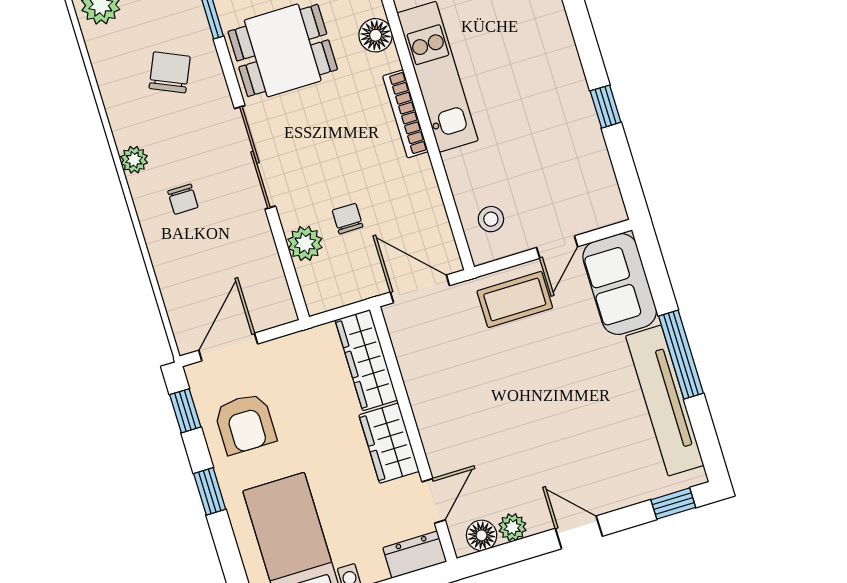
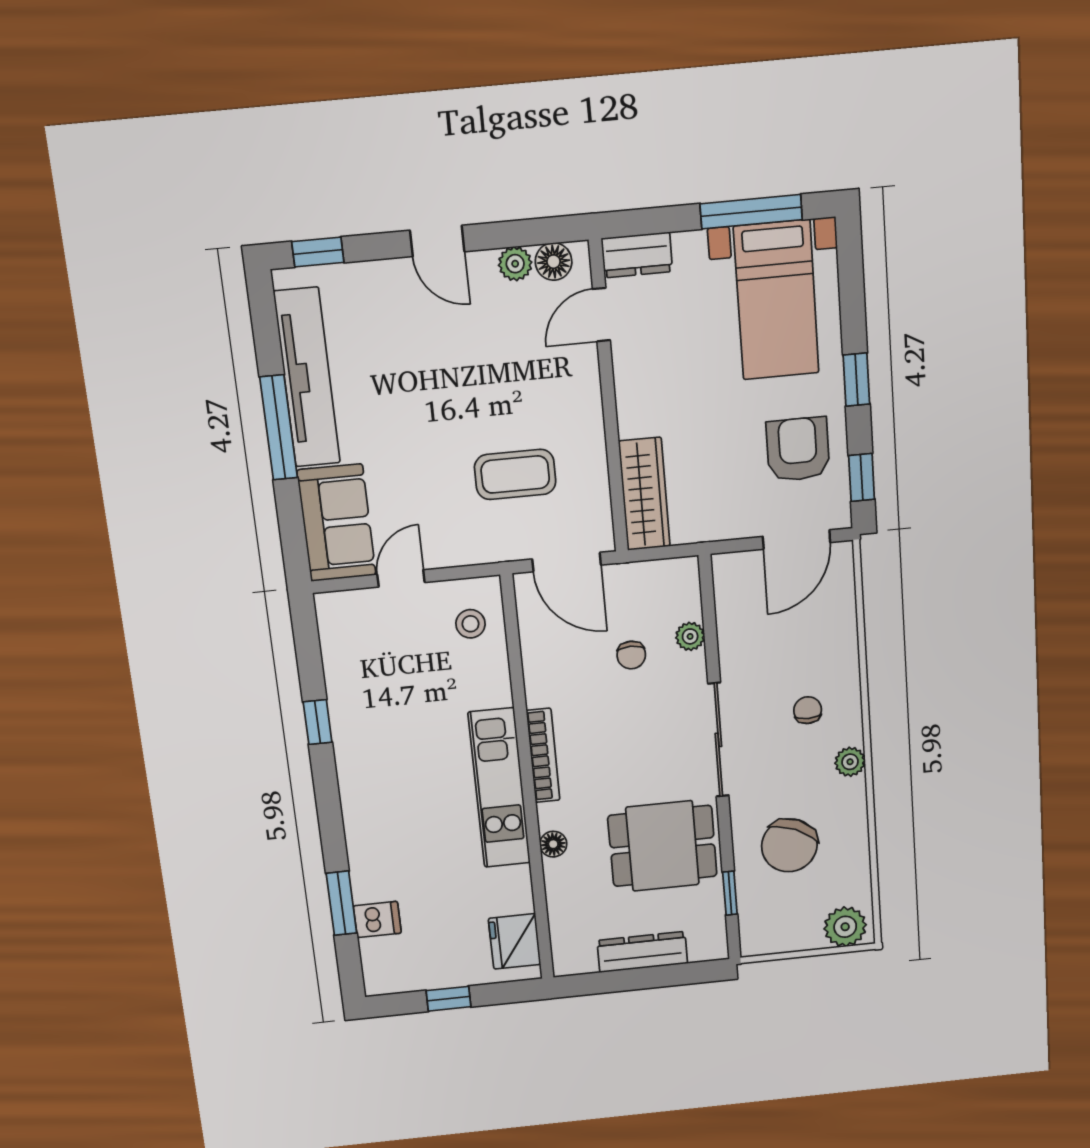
floor lamp: (376, 35) -> (553, 844), width x0.73, depth x0.73
chair: (170, 72) -> (789, 845), width x1.37, depth x1.37
plant: (305, 243) -> (690, 636), width x0.73, depth x0.73
coffee table: (515, 299) -> (515, 474), moved
wardrobe: (389, 443) -> (639, 393), removed

